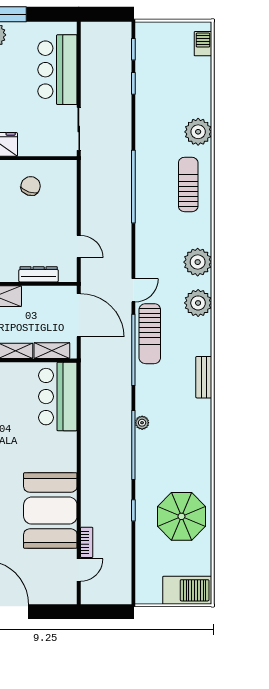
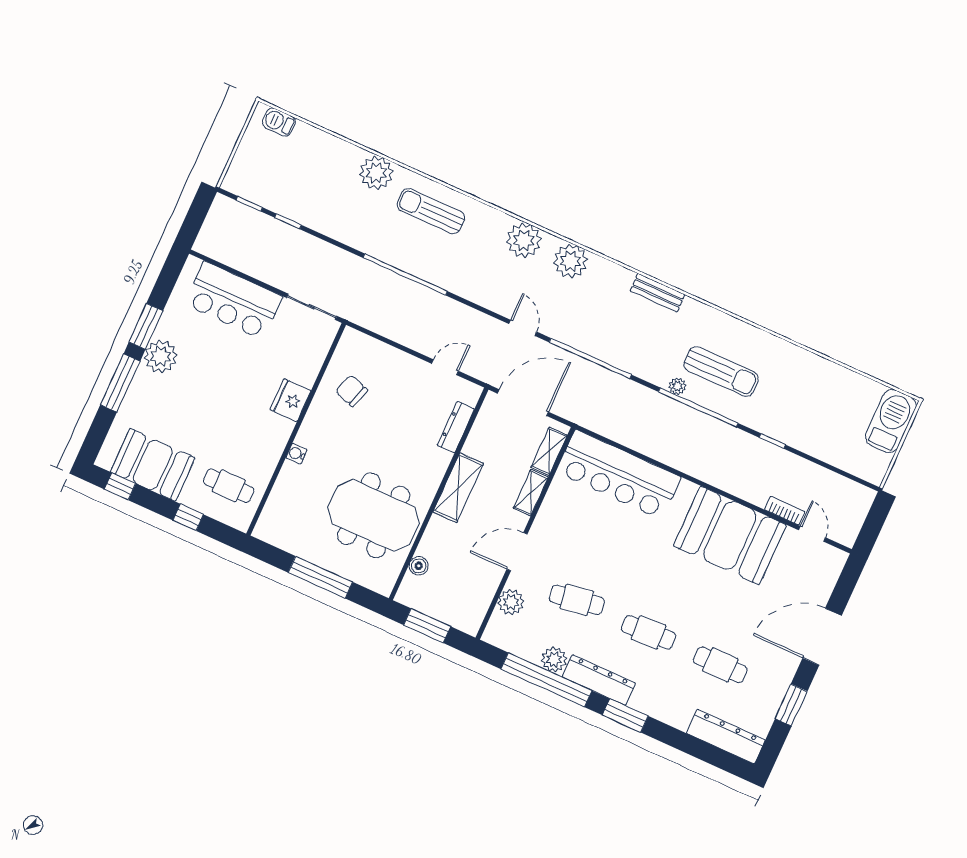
sun lounger: (150, 334) -> (721, 371), moved
bar counter: (58, 397) -> (619, 475), width x1.36
parasol: (181, 516) -> (804, 390), removed

